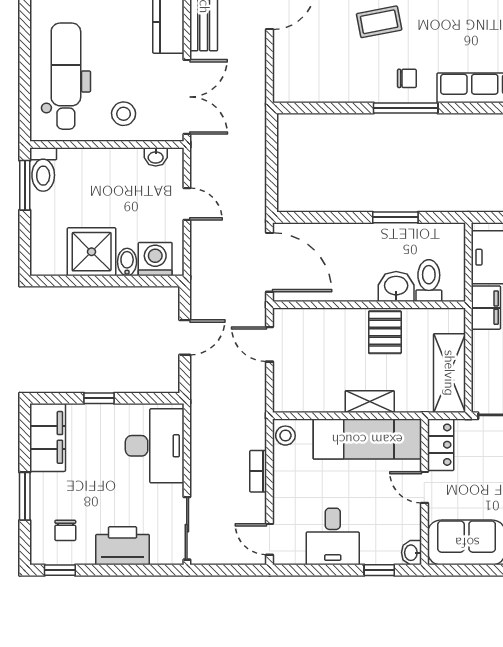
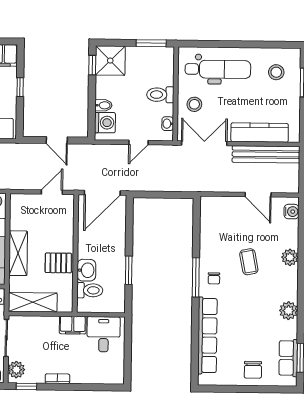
double door: (187, 97) -> (204, 143), swing flipped
toilet: (43, 170) -> (160, 95), moved
shower: (92, 252) -> (110, 61), moved
window: (62, 281) -> (92, 65), added
shelving: (370, 402) -> (18, 253), width x1.50, depth x1.33

